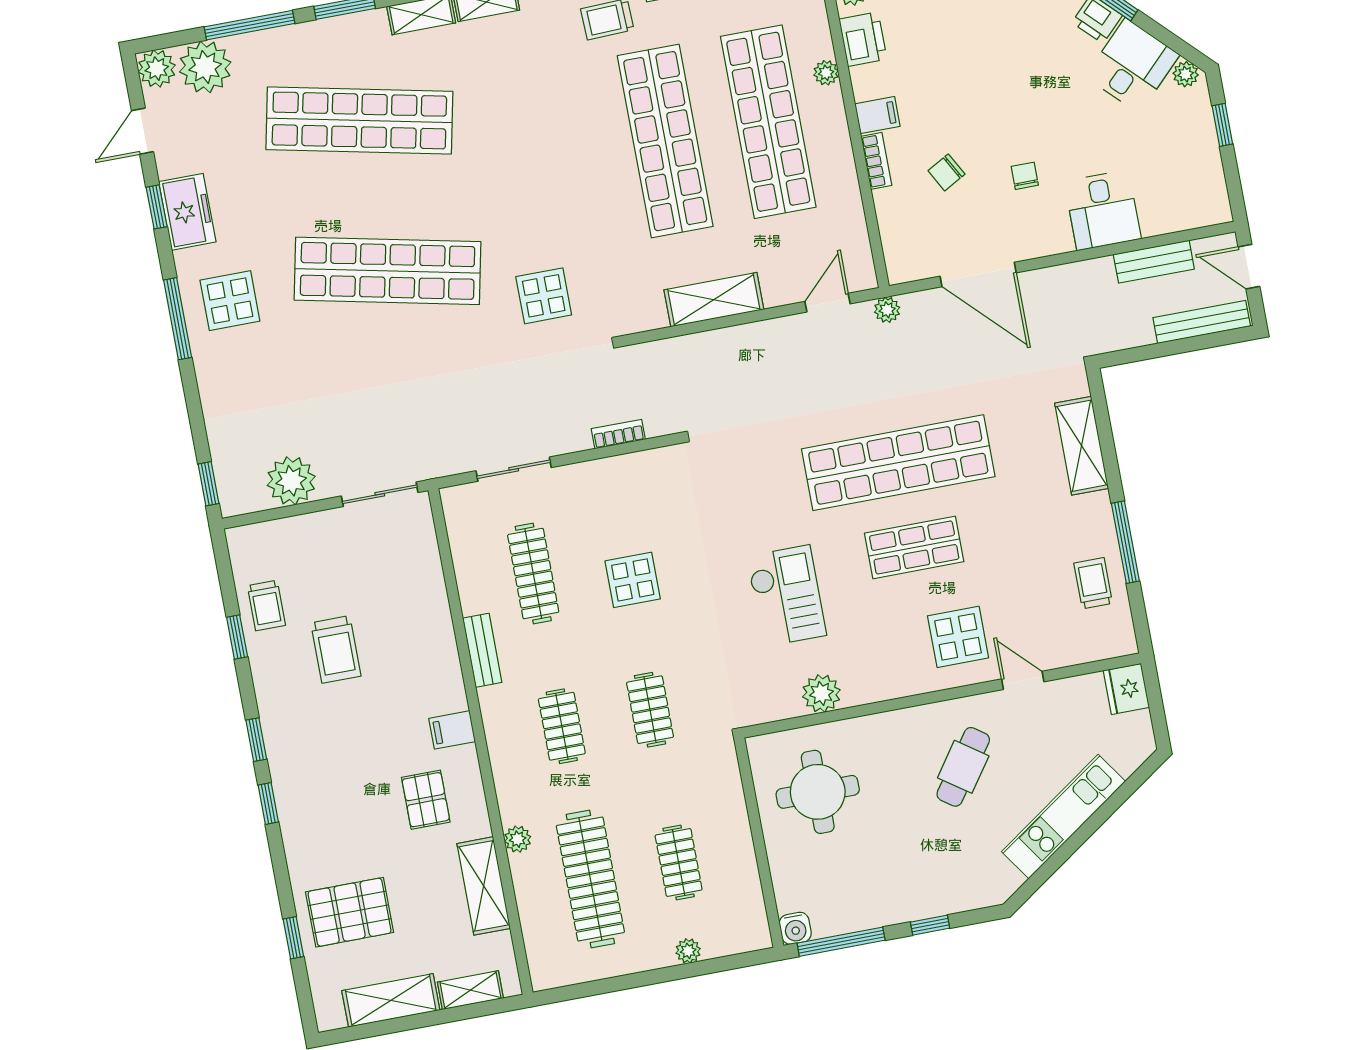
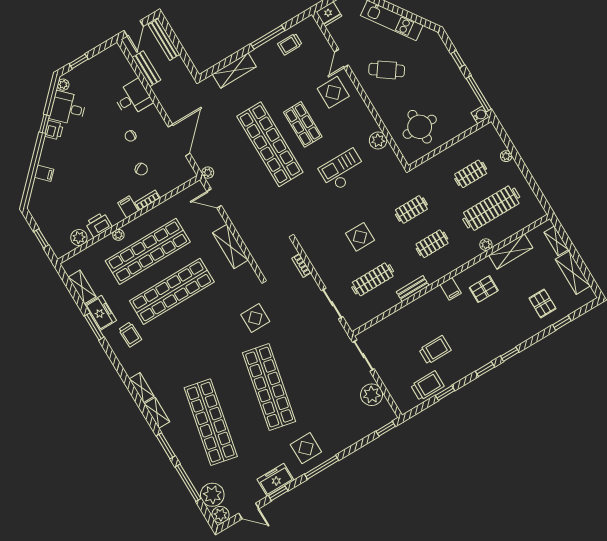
trolley: (266, 605) -> (427, 386), width x1.36, depth x1.39
pallet: (350, 912) -> (542, 303), width x0.67, depth x0.71

